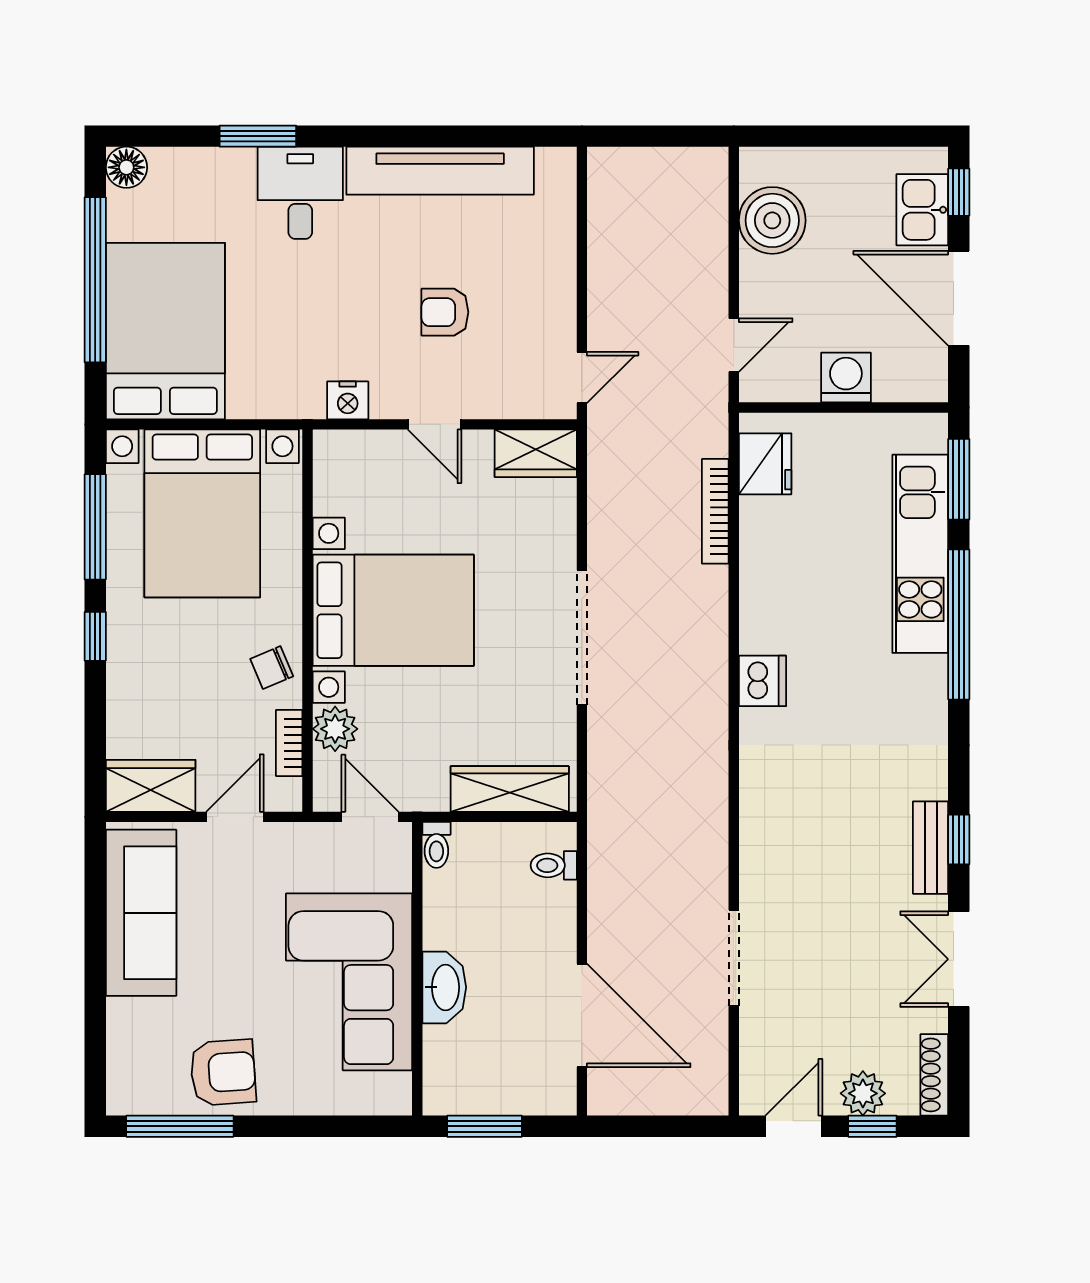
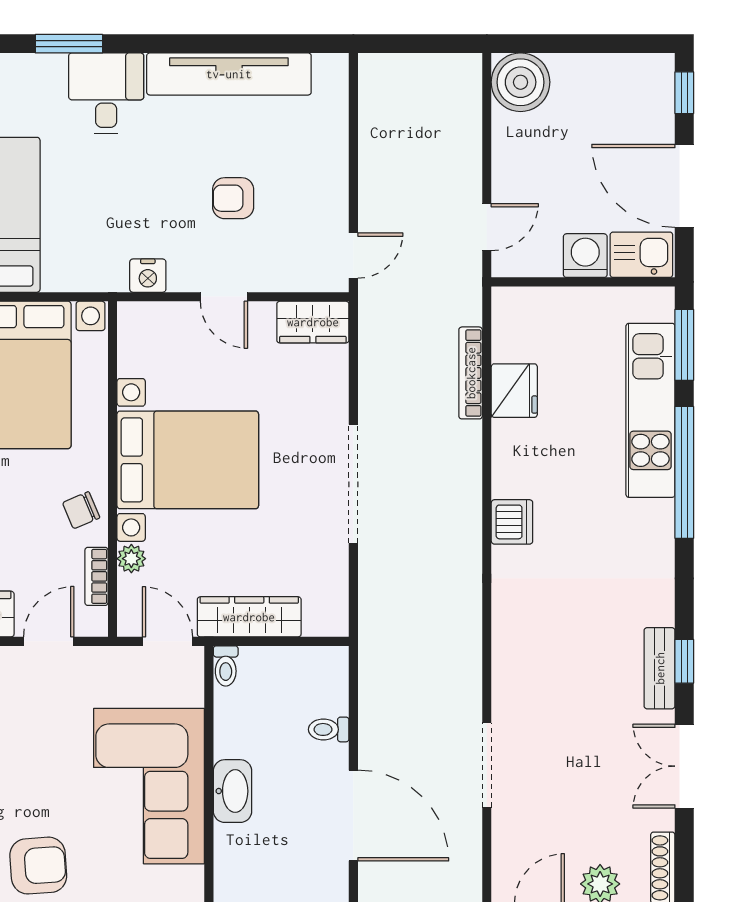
kitchen sink: (922, 210) -> (641, 255), moved, turned 90
boiler: (772, 220) -> (521, 82), moved
fridge: (765, 464) -> (514, 391), moved
plant: (335, 729) -> (131, 559), width x0.73, depth x0.73
wardrobe: (510, 789) -> (249, 617), moved
toilet: (554, 865) -> (329, 729), moved

